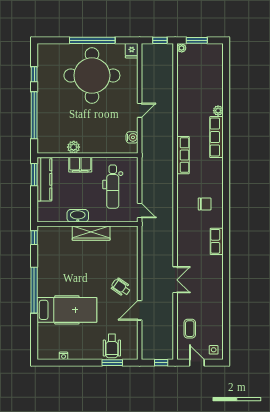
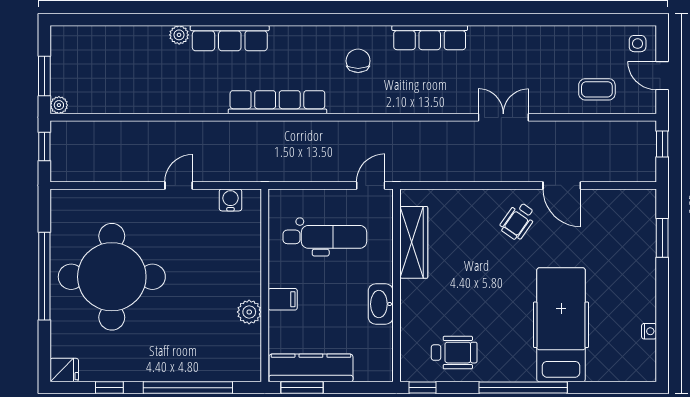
fridge: (132, 51) -> (64, 370), moved
door: (140, 110) -> (179, 185), hinge flipped
row of seats: (183, 155) -> (277, 102), width x1.36
filing cabinet: (80, 165) -> (283, 299), width x0.50
wardrobe: (91, 233) -> (414, 242), moved
row of seats: (217, 241) -> (430, 38), width x1.48
wheelchair: (112, 346) -> (454, 353), moved
door: (197, 363) -> (662, 76), hinge flipped

